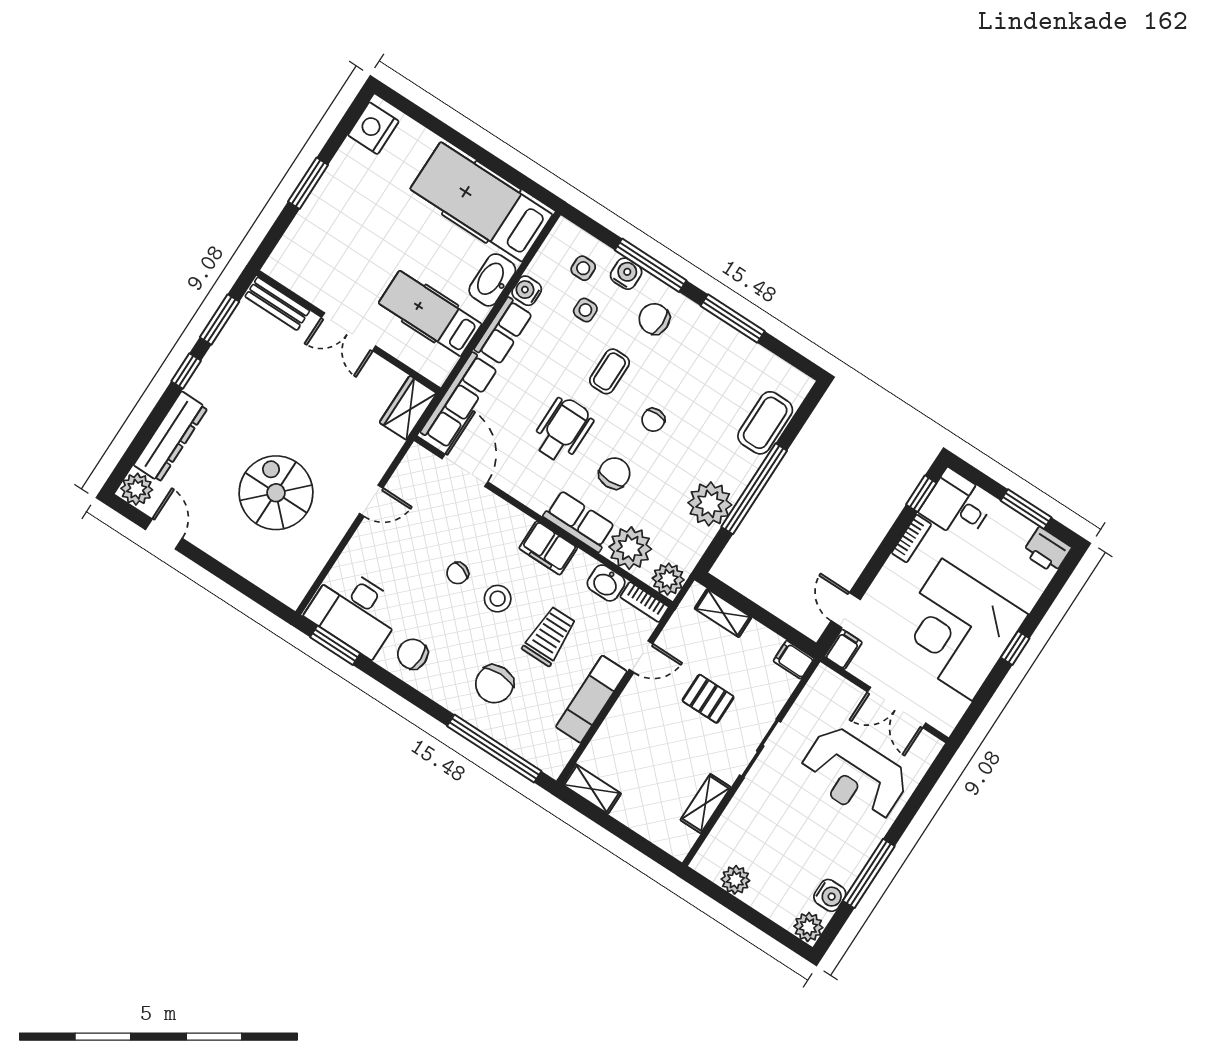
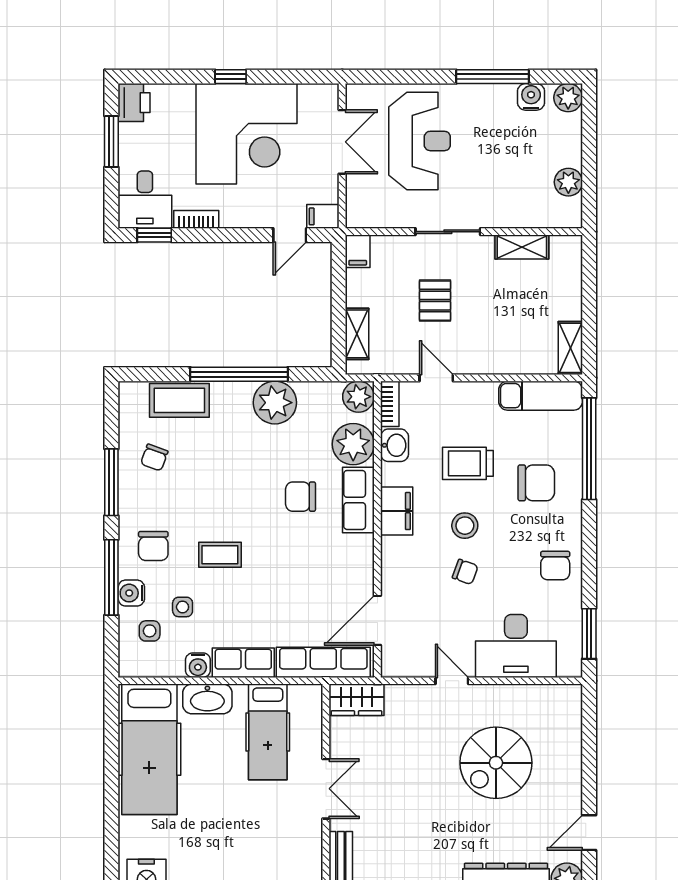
chair: (653, 420) -> (154, 457), moved, turned 110
wheelchair: (563, 430) -> (293, 562), removed
desk: (355, 611) -> (516, 646), moved, turned 90
exam couch: (591, 699) -> (541, 396), moved

